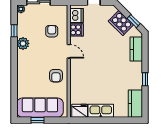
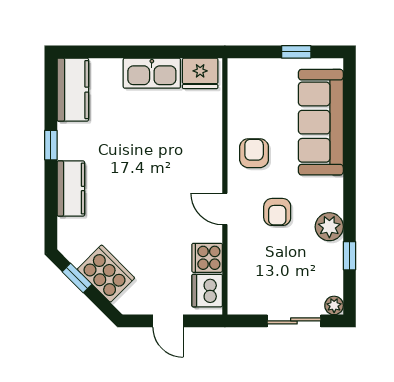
armchair: (52, 31) -> (277, 212), moved
kitchen counter: (136, 49) -> (71, 189), moved
sofa: (40, 108) -> (321, 122), moved, turned 90

